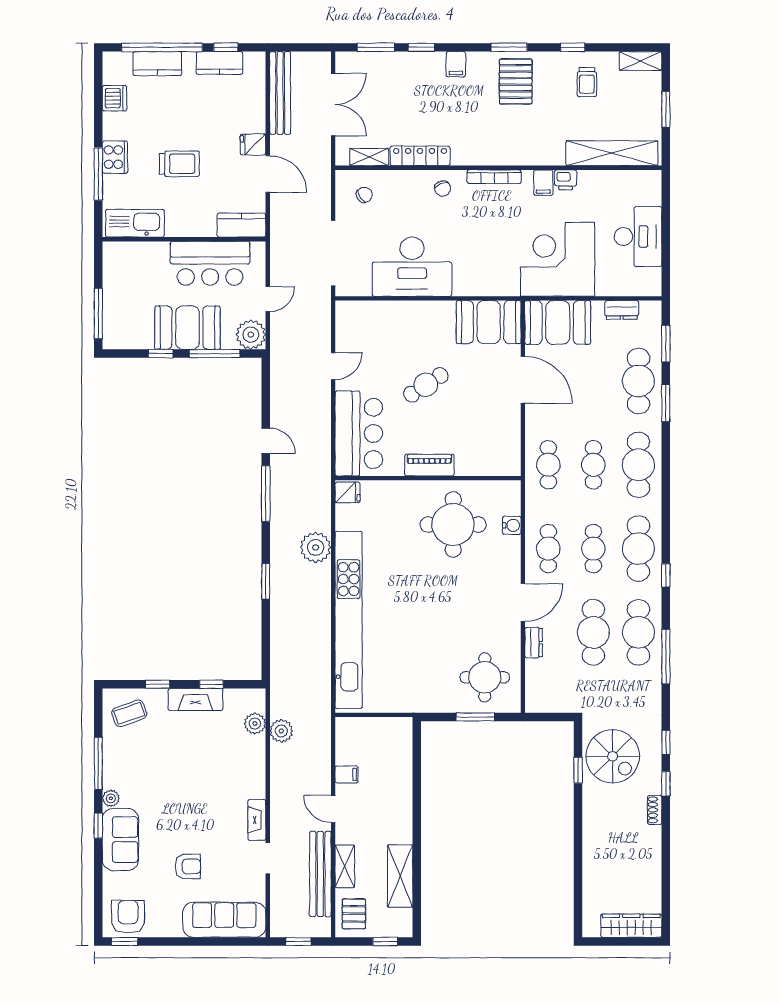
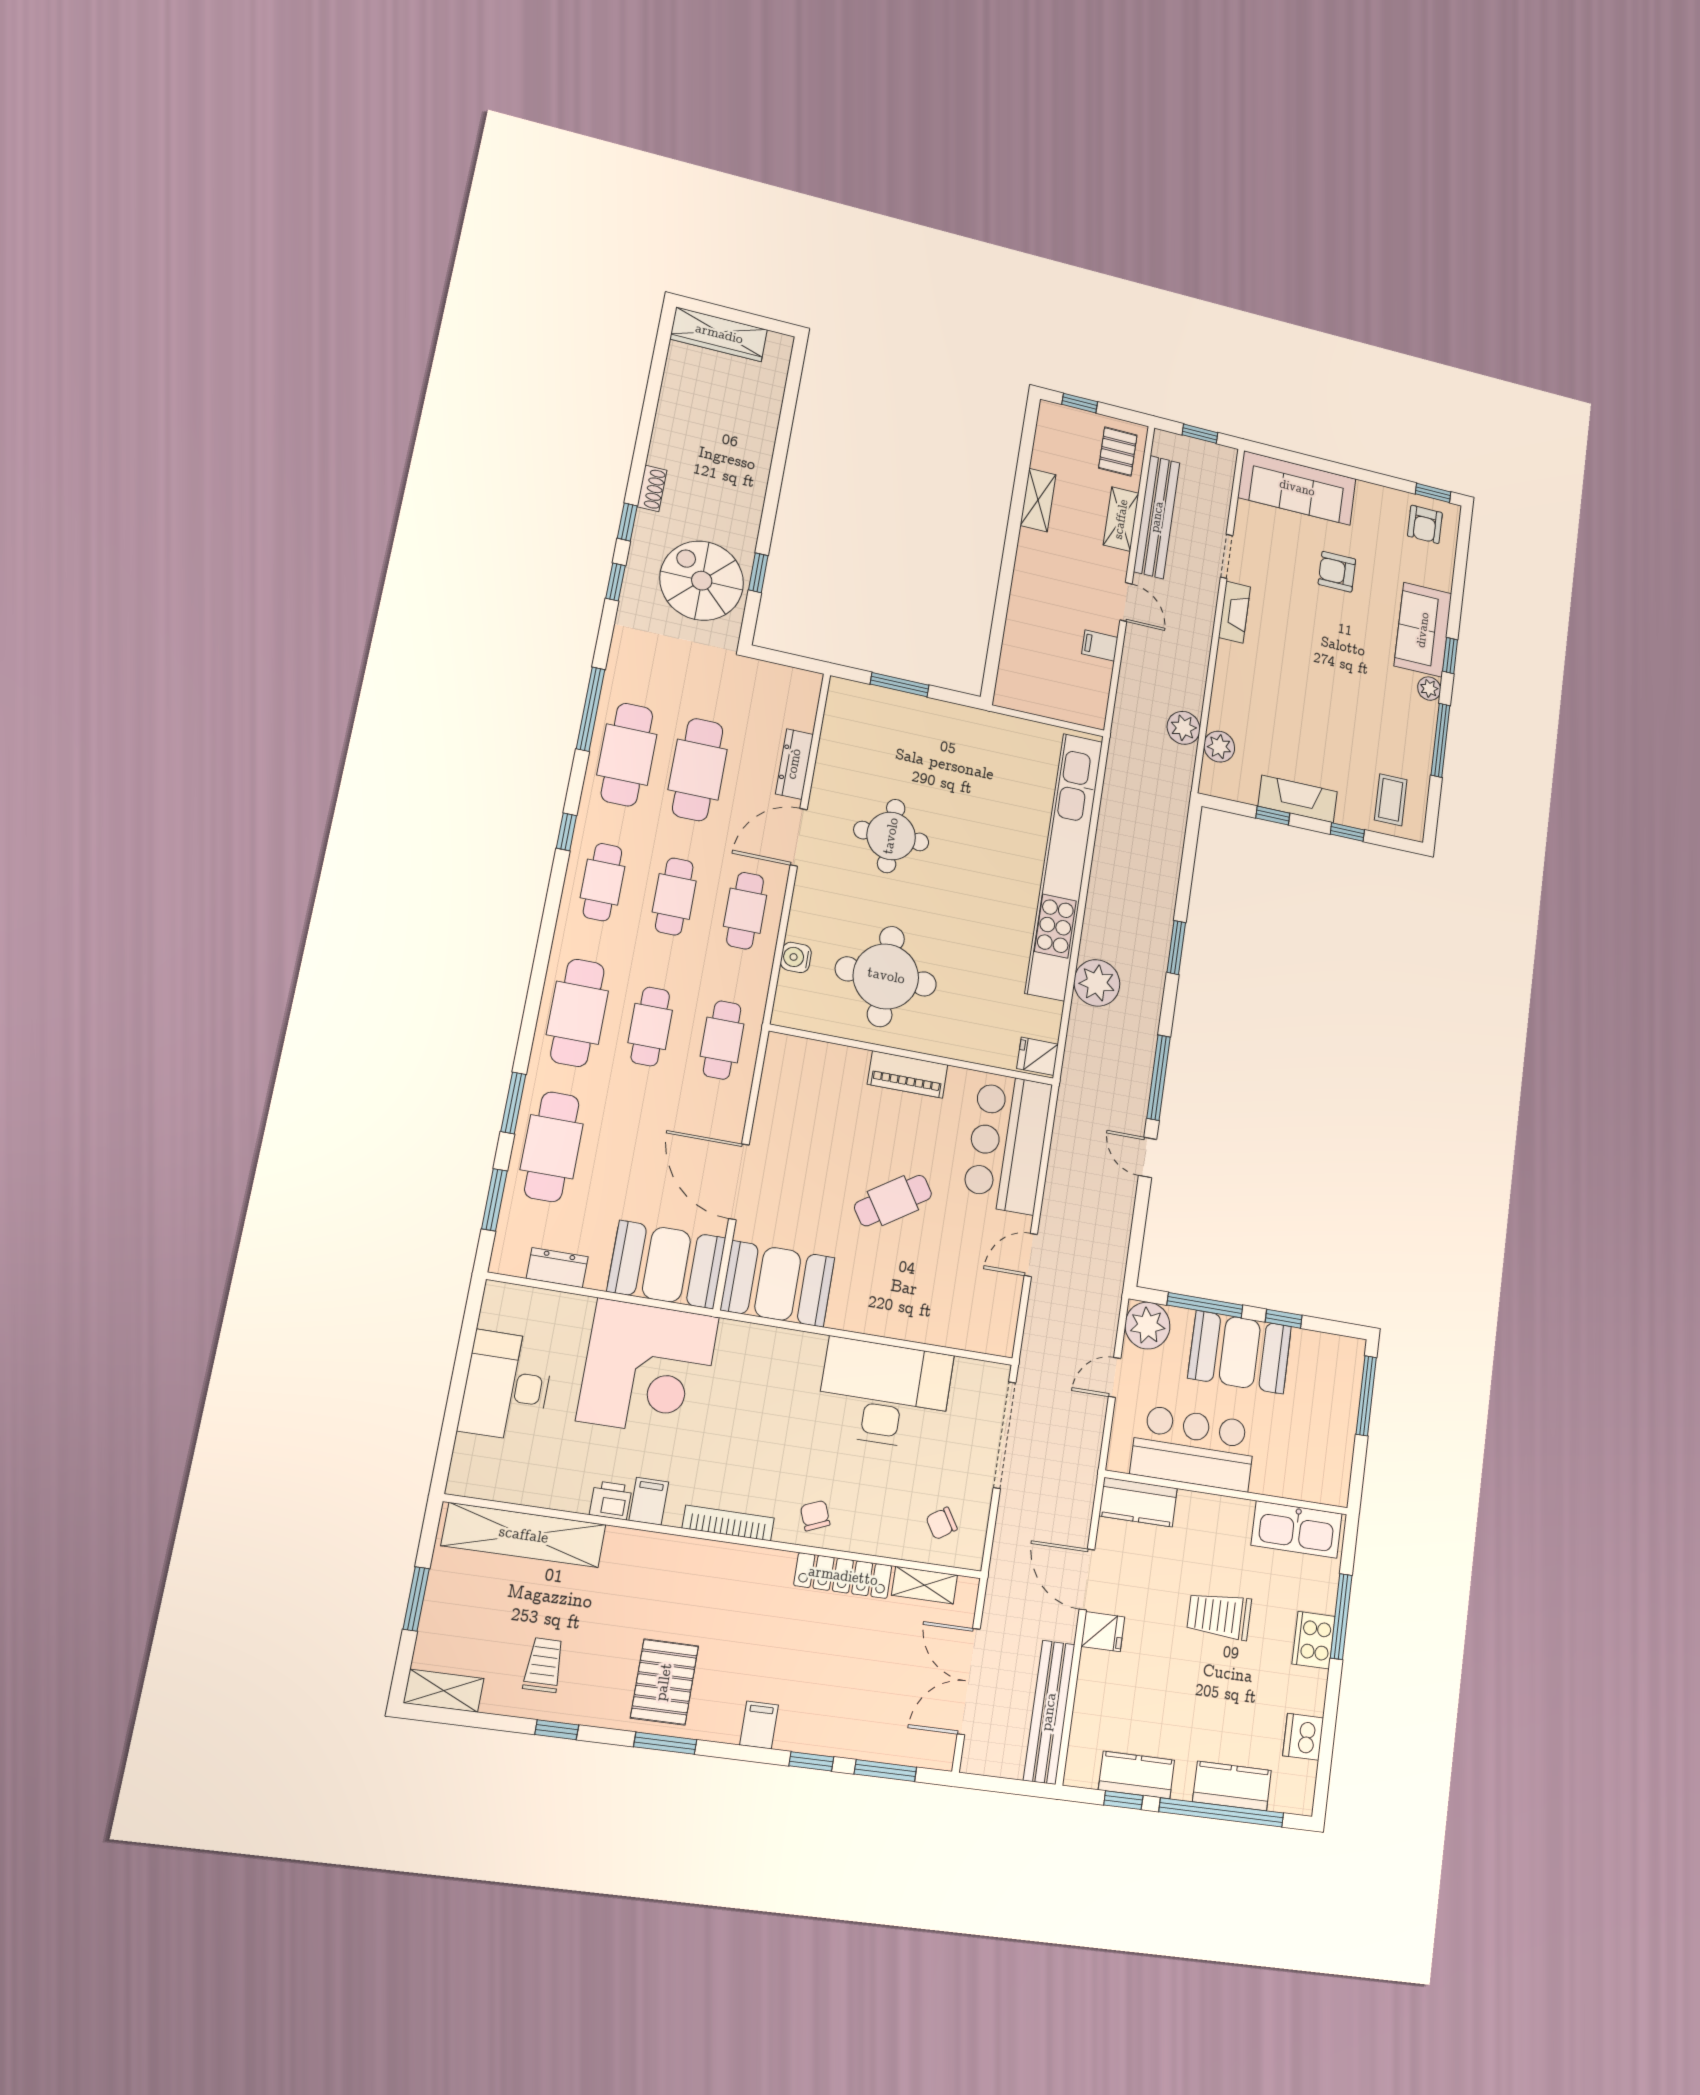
cafe table: (638, 549) -> (602, 882), width x0.73, depth x0.74
dresser: (534, 643) -> (794, 764), width x1.44
round table: (485, 677) -> (891, 836), moved
coffee table: (129, 713) -> (1391, 800), turned -70
shelving: (400, 876) -> (1038, 500), width x0.67, depth x0.75
armchair: (128, 917) -> (1425, 524), width x0.72, depth x0.72

